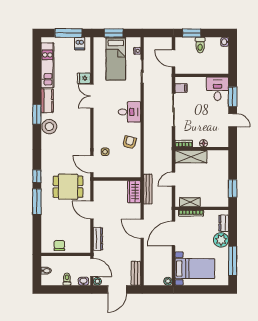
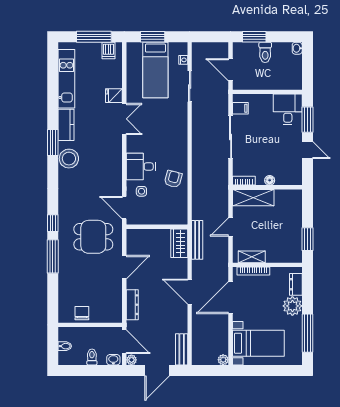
double door: (92, 96) -> (124, 119), swing flipped
desk: (129, 112) -> (141, 166), moved, turned 180
door: (92, 210) -> (124, 267), swing flipped

